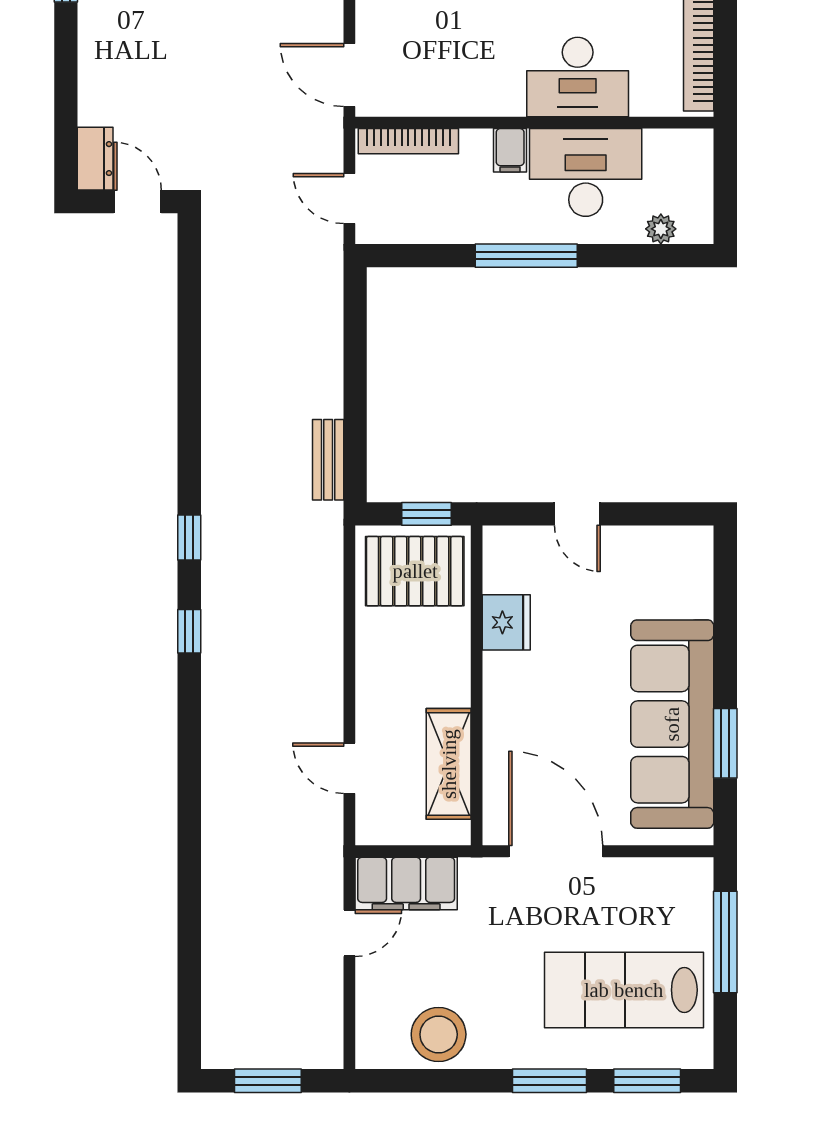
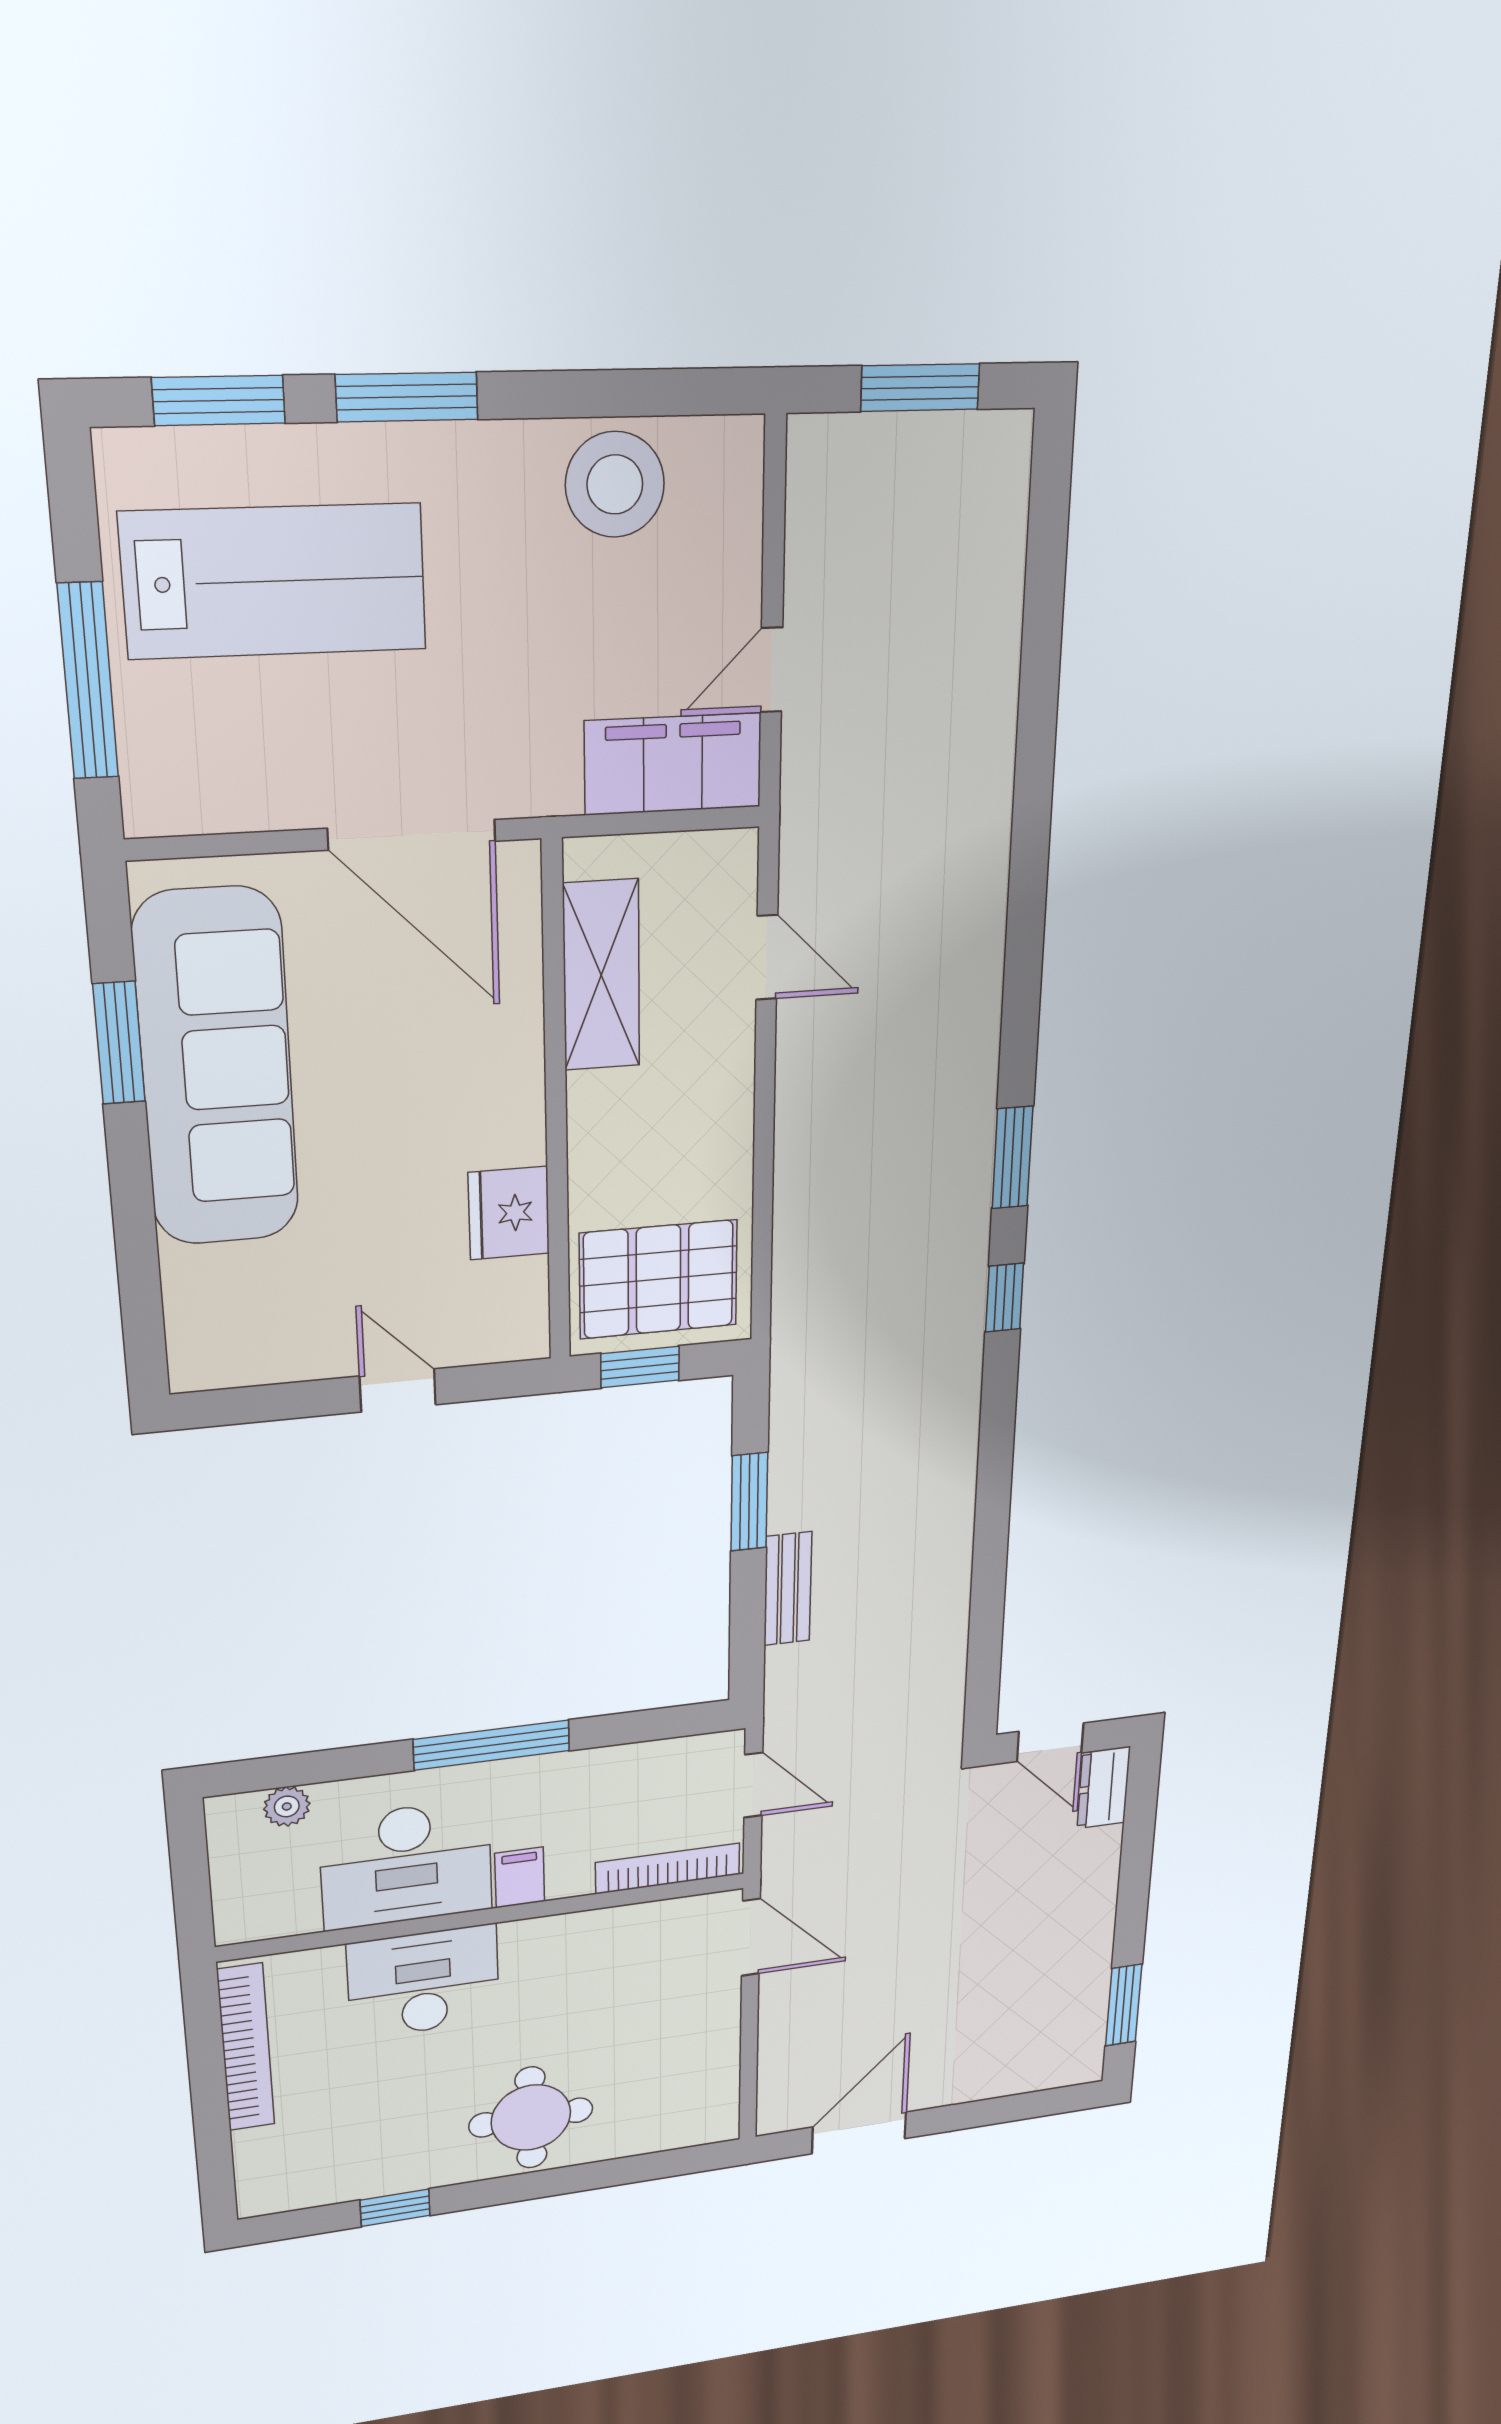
window: (355, 412) -> (749, 1502), added
bench: (328, 460) -> (788, 1589), moved
window: (189, 631) -> (1012, 1157), width x1.50

